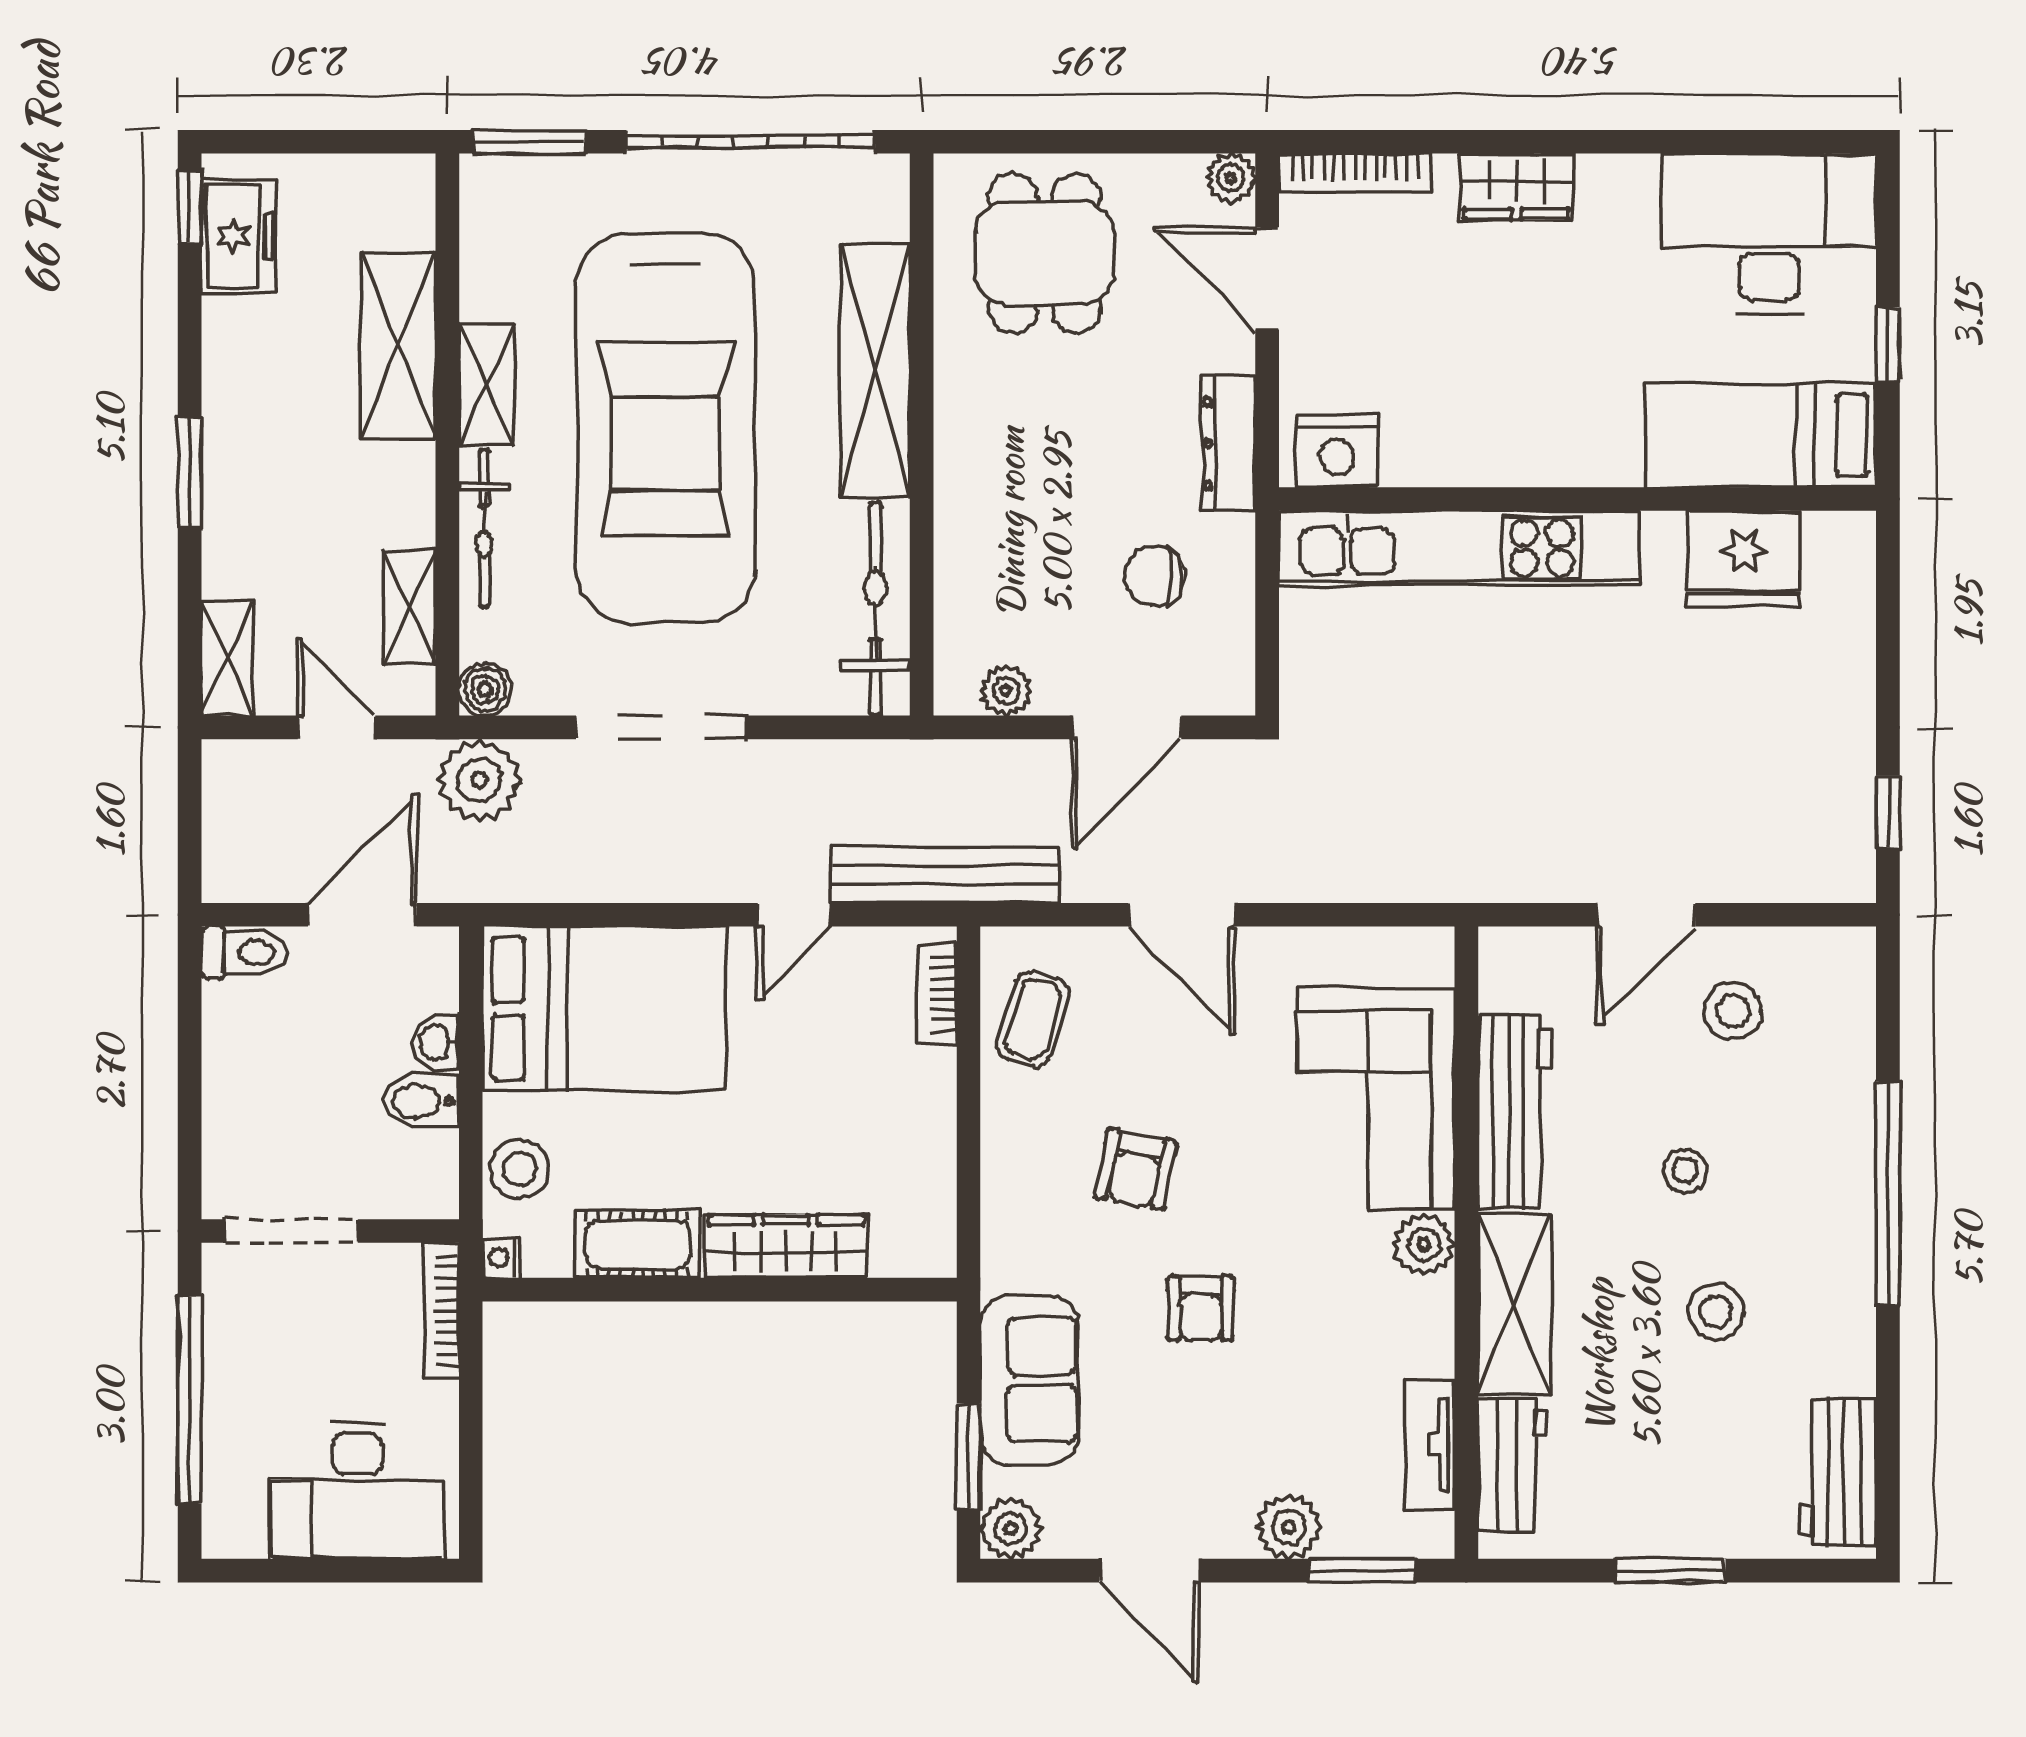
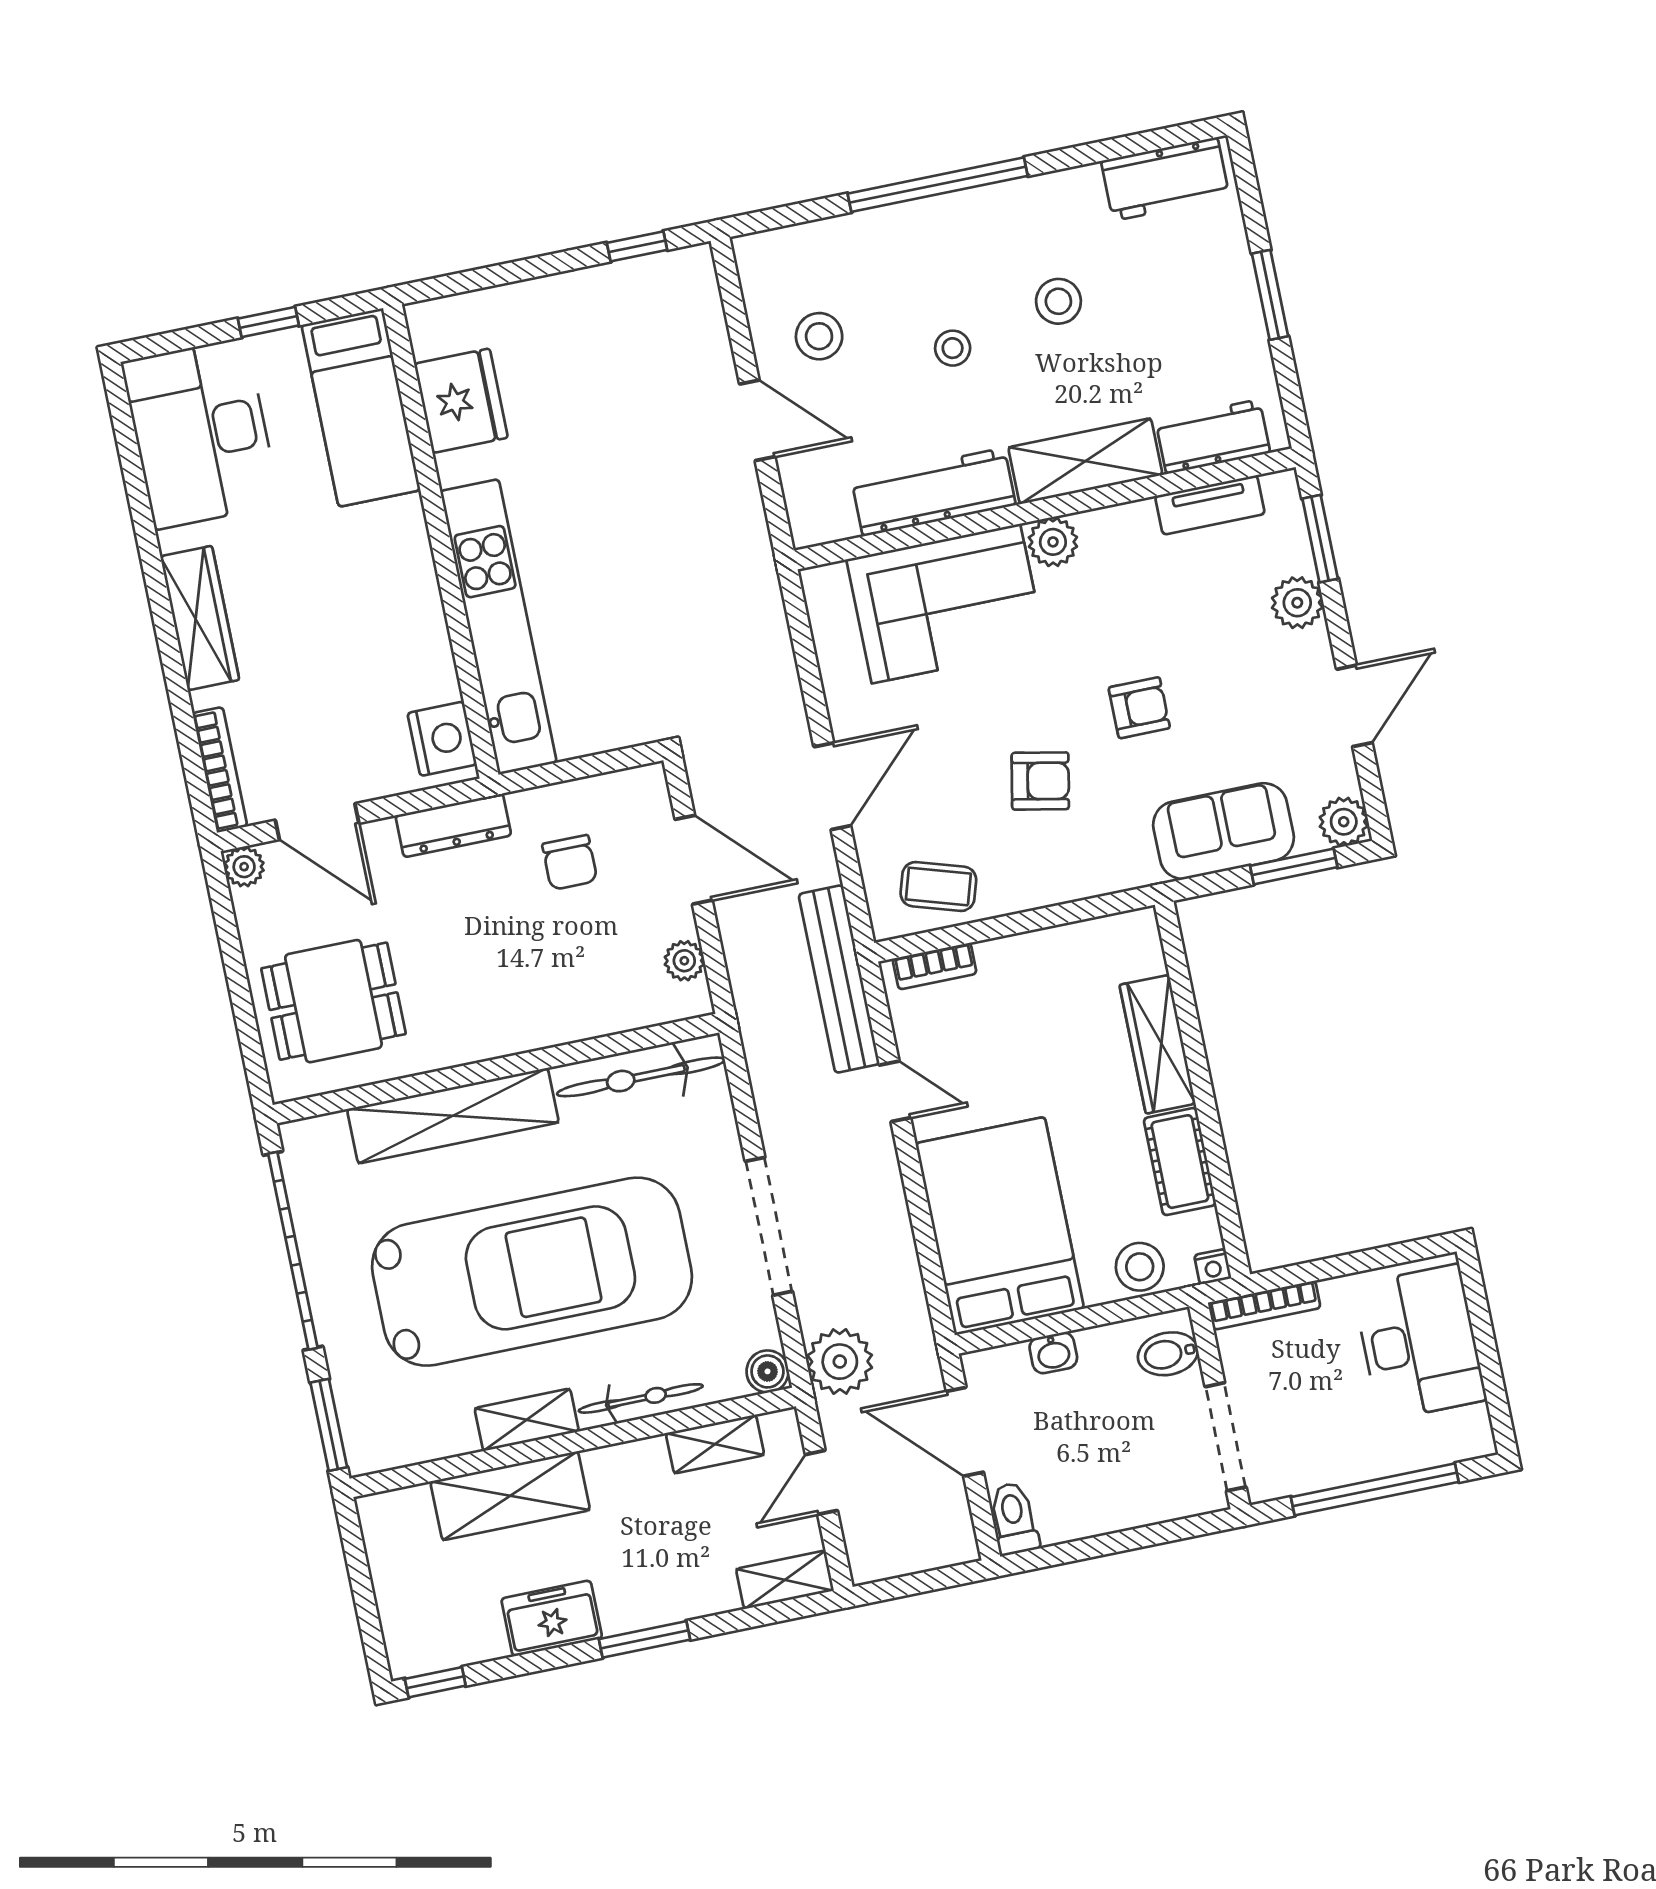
wardrobe: (1516, 186) -> (200, 618), width x1.50
freezer: (238, 236) -> (552, 1618), moved
door: (1267, 278) -> (317, 822), hinge flipped
bidet: (421, 1101) -> (1168, 1354), moved, turned 90

